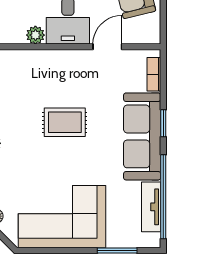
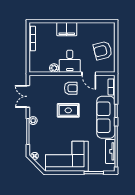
door: (107, 47) -> (89, 74), swing flipped
armchair: (70, 77) -> (71, 88), added

